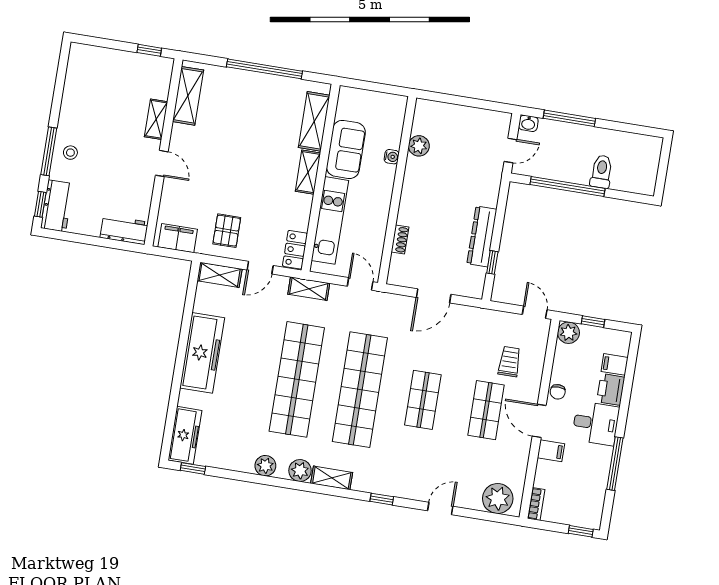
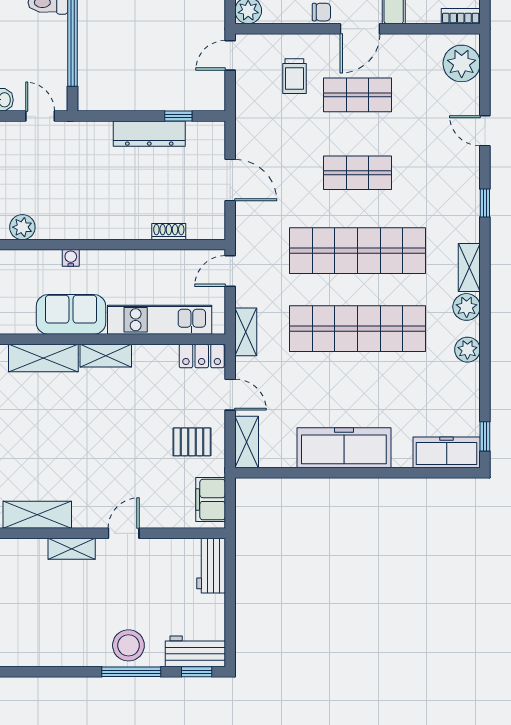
plant: (419, 146) -> (22, 227), moved
stool: (70, 153) -> (128, 645), width x1.89, depth x1.89
trolley: (509, 362) -> (294, 76), turned -90

